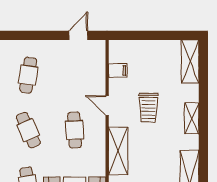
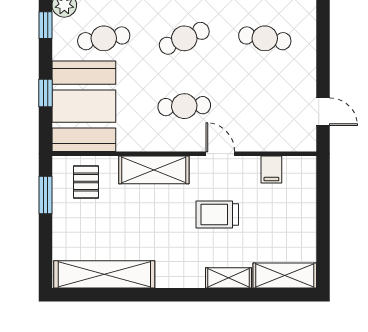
door: (107, 105) -> (220, 154), hinge flipped
shelving: (192, 118) -> (229, 278), moved

